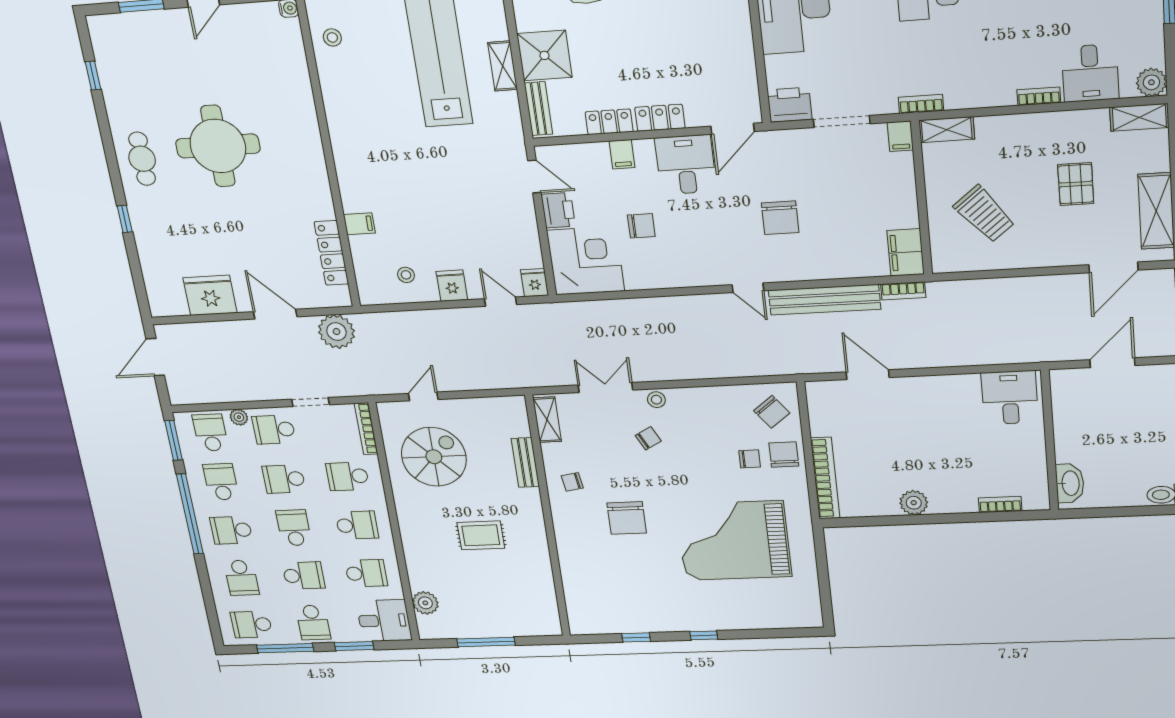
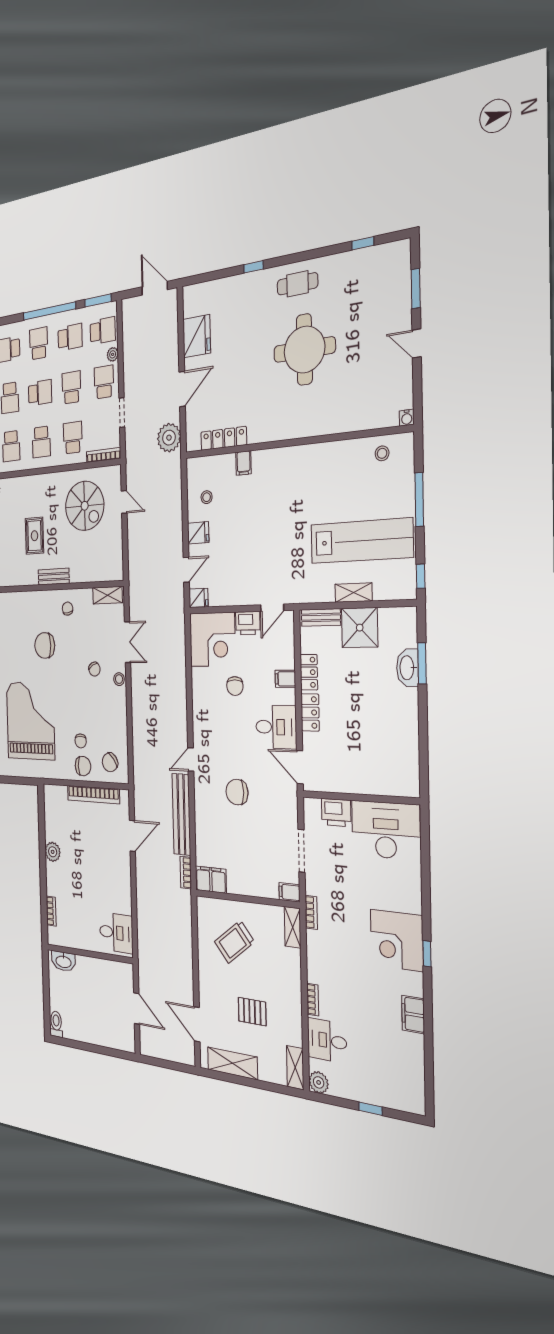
printer: (790, 105) -> (336, 813), moved, turned 90
bench: (525, 463) -> (54, 577), moved
bookcase: (825, 478) -> (93, 795), moved

